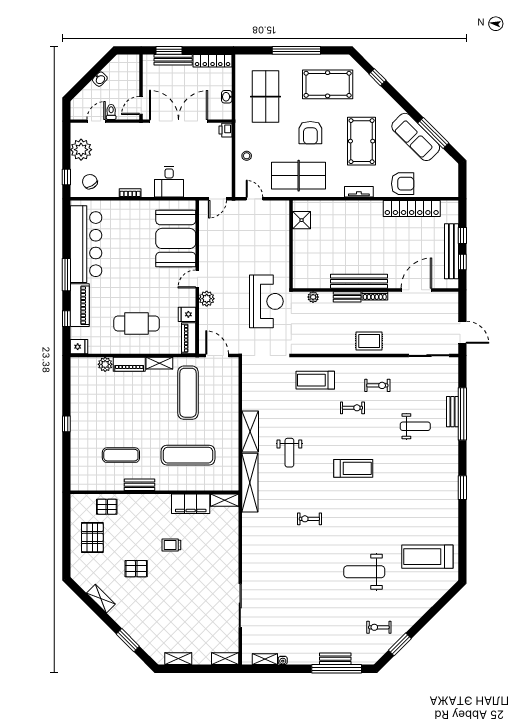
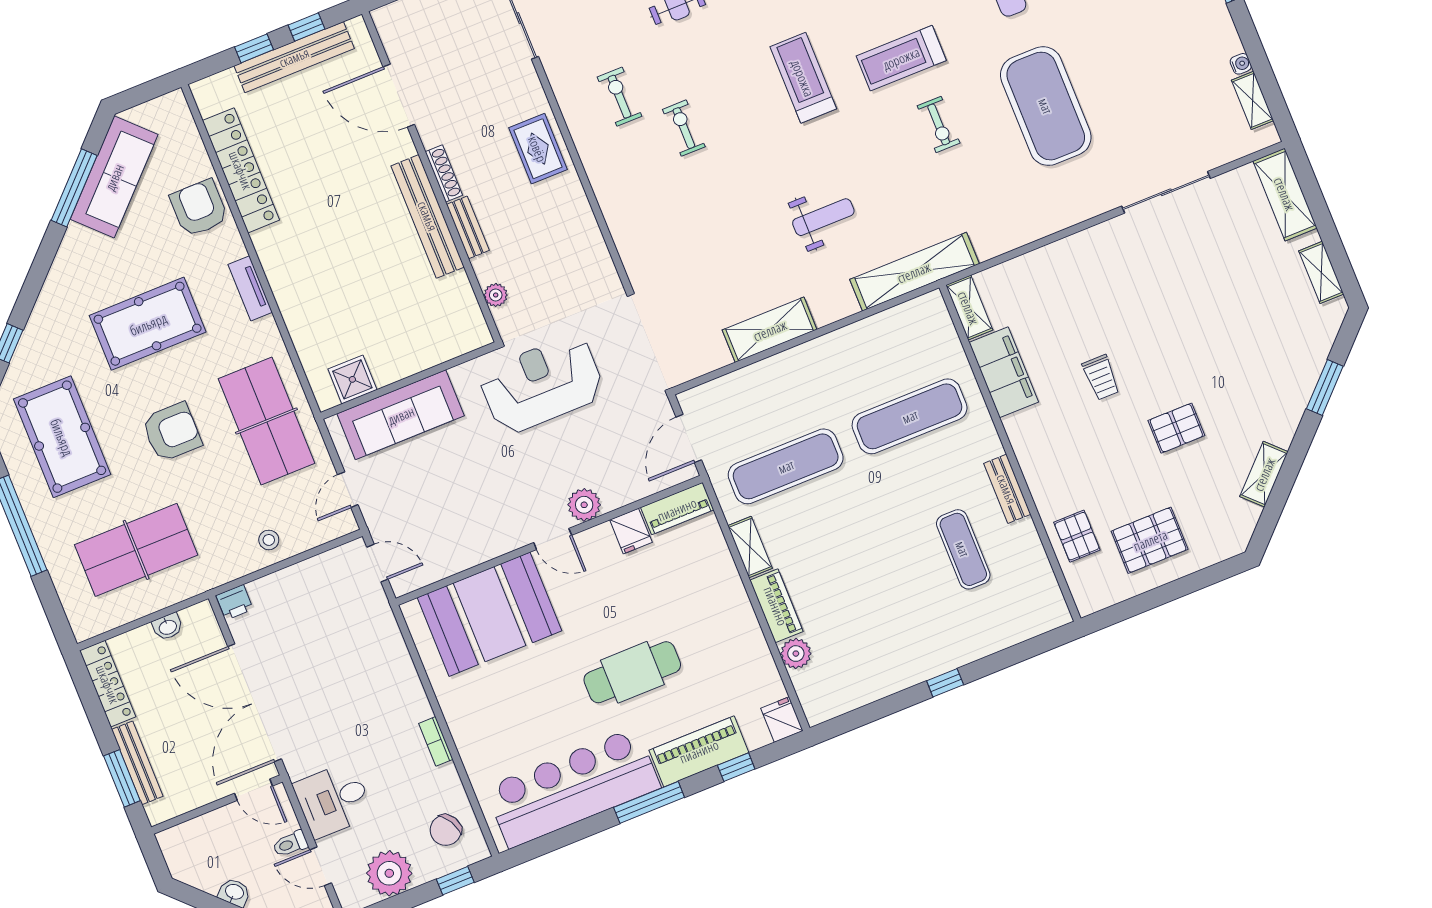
sofa: (416, 137) -> (114, 177), moved
desk: (169, 182) -> (333, 800), moved, turned 180
sofa: (278, 235) -> (401, 415), added
cafe table: (137, 324) -> (632, 672), moved, turned 90
treadmill: (315, 380) -> (901, 58), moved, turned 90
shelving: (250, 431) -> (770, 330), moved
exercise mat: (188, 455) -> (910, 416), turned 90
exercise mat: (299, 568) -> (1046, 106), added
pallet: (136, 569) -> (1176, 428), turned 90
shelving: (225, 659) -> (1285, 194), width x1.50, depth x1.33

